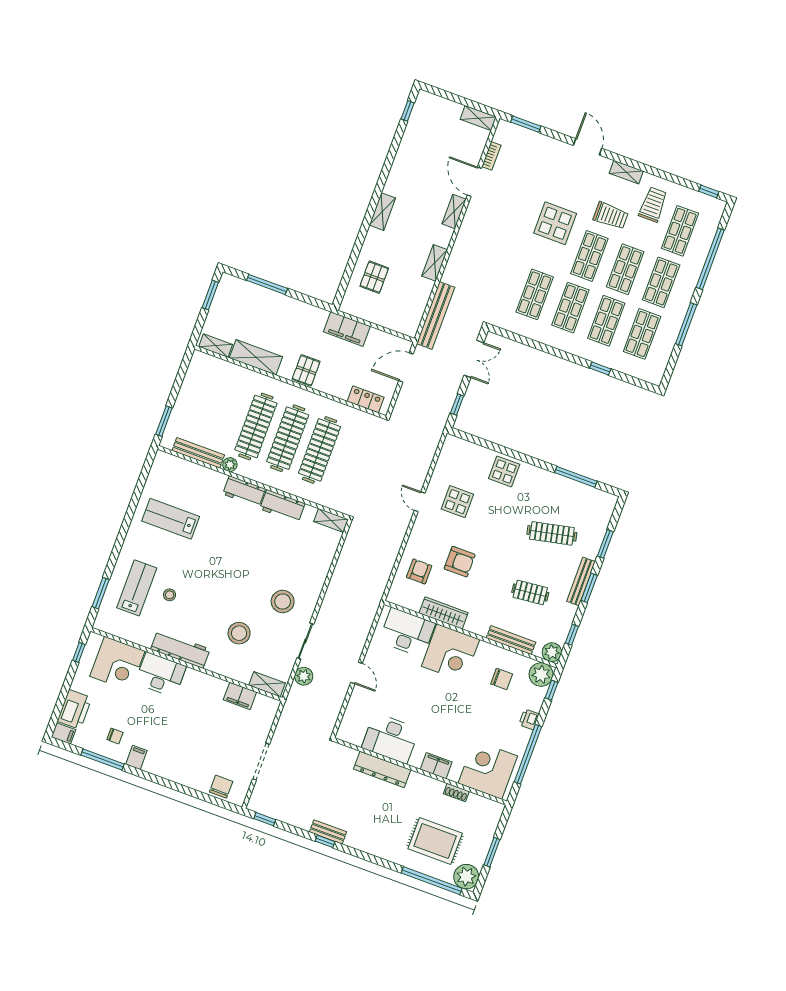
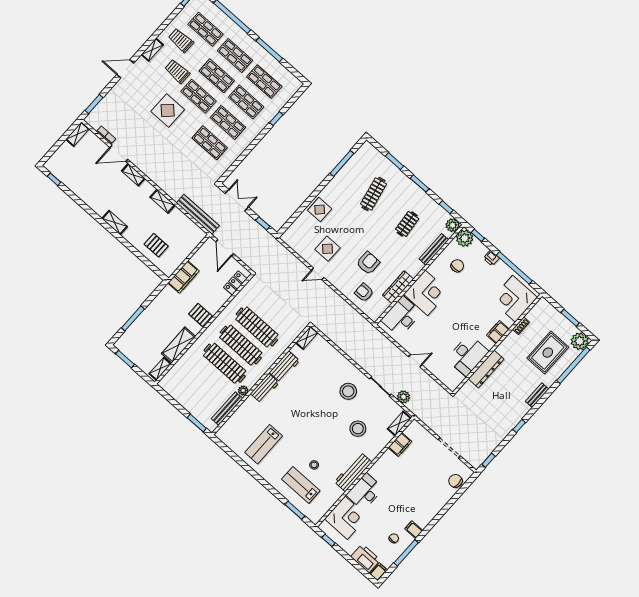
trolley: (611, 216) -> (177, 71), turned -90
bench: (581, 581) -> (413, 187), removed
bench: (328, 832) -> (537, 395), moved

